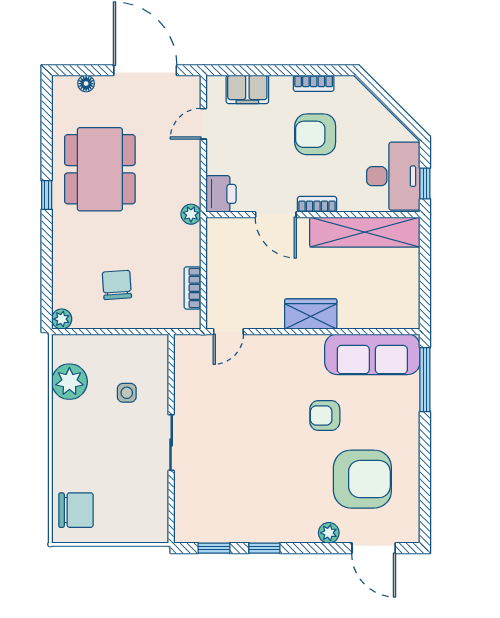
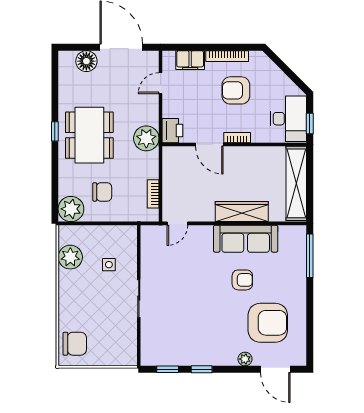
bookcase: (314, 83) -> (227, 56), width x1.56
floor lamp: (86, 84) -> (86, 61), width x1.89, depth x1.89
dining table: (100, 169) -> (89, 135), moved
plant: (191, 214) -> (146, 138), width x1.87, depth x1.87
shelving: (365, 232) -> (296, 183), moved, turned 90
chair: (117, 285) -> (102, 192), turned 94
wardrobe: (311, 314) -> (242, 212), width x1.50
plant: (62, 319) -> (71, 209), width x1.87, depth x1.87
sofa: (372, 354) -> (246, 239), moved
armchair: (325, 415) -> (242, 280), turned 180

